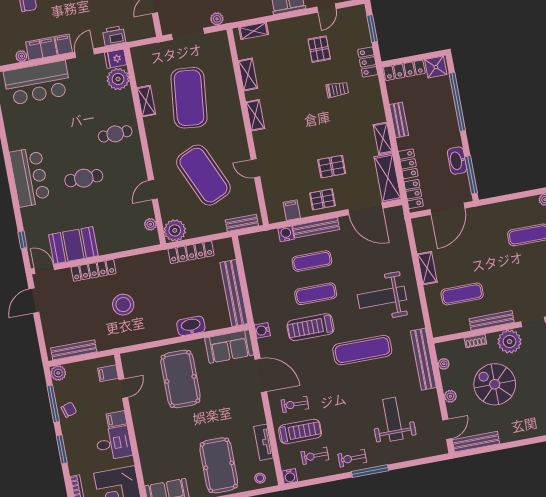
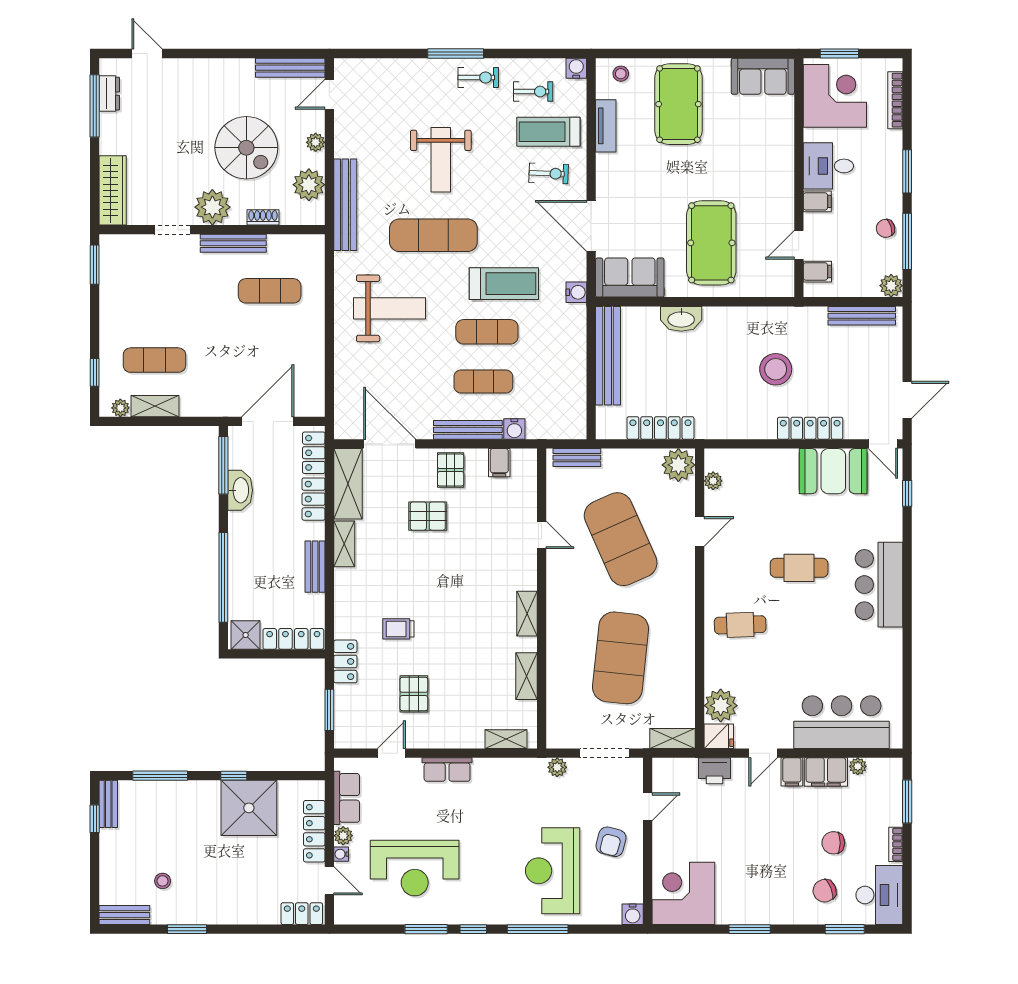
shelving: (146, 101) -> (672, 738), moved, turned 90
pallet: (322, 199) -> (451, 470), turned 90
shelving: (427, 268) -> (155, 406), moved, turned 90
plant: (444, 364) -> (309, 185), width x1.88, depth x1.88
weight bench: (393, 419) -> (441, 160), moved

